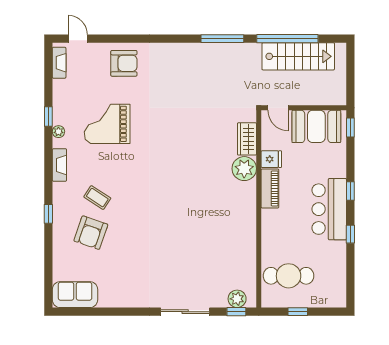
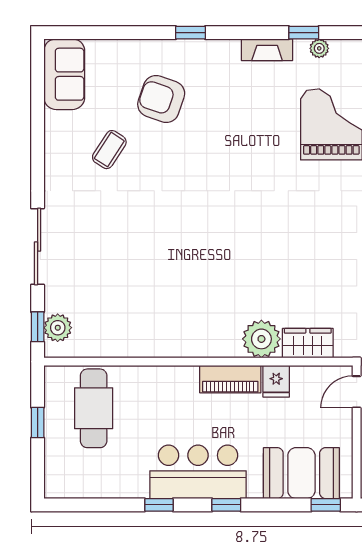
window: (48, 117) -> (304, 33), moved
booth: (316, 126) -> (301, 473), moved, turned 90
coffee table: (97, 198) -> (109, 150), moved

